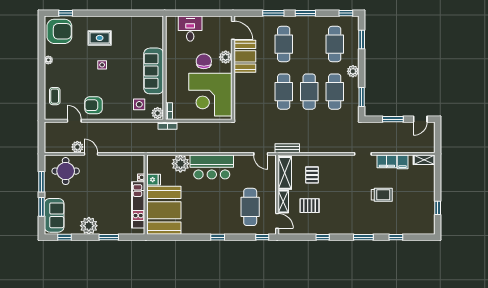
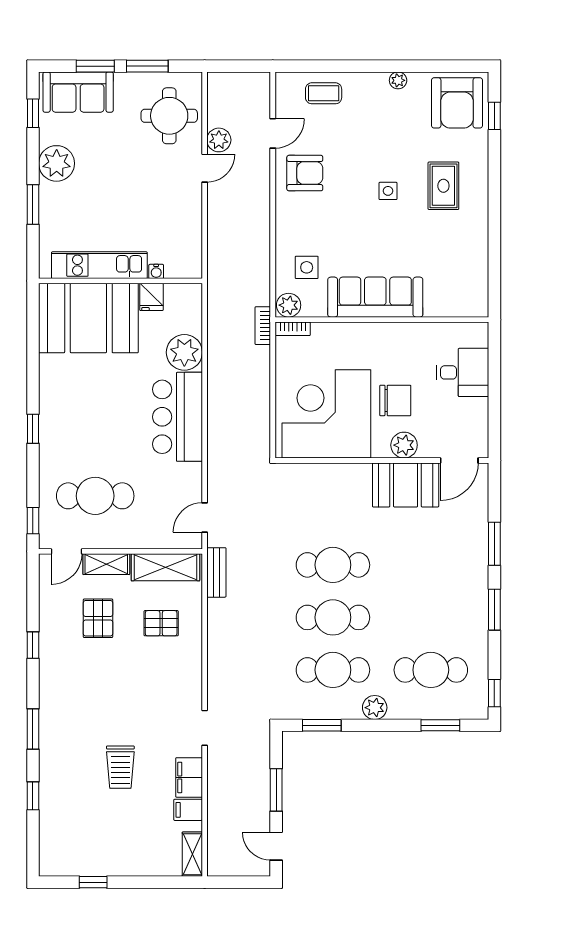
cafe table: (284, 44) -> (431, 565), removed
armchair: (93, 105) -> (305, 173), turned 90

